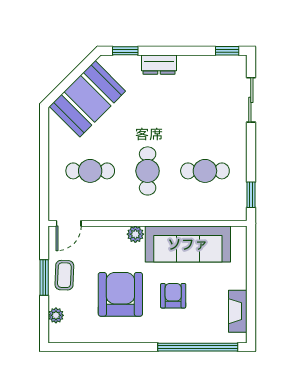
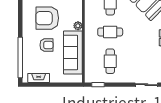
armchair: (120, 294) -> (47, 18), turned 180

